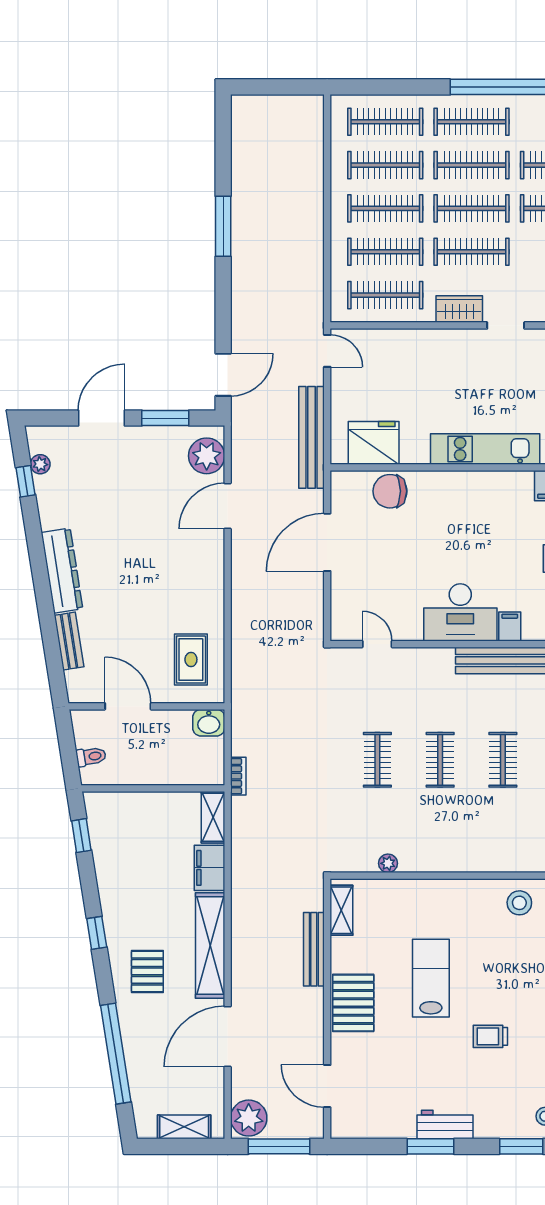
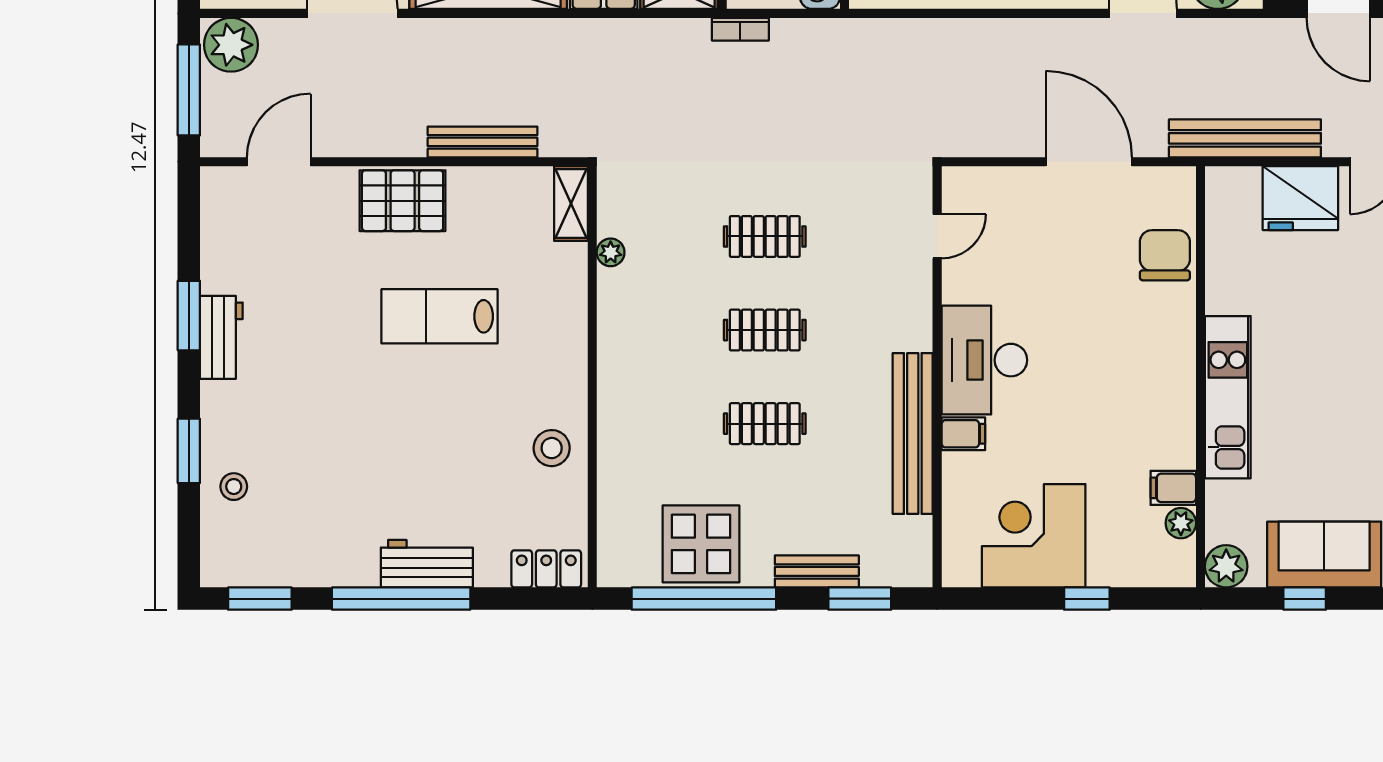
fridge: (374, 443) -> (1300, 198), moved, turned 90
shelving: (341, 910) -> (571, 204), moved, turned 90
lab bench: (431, 978) -> (439, 316), turned 180
trolley: (490, 1036) -> (353, 405), removed

